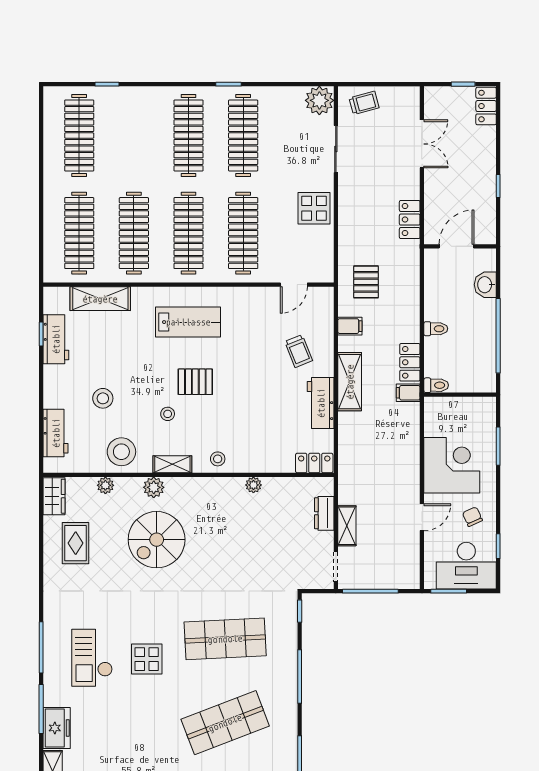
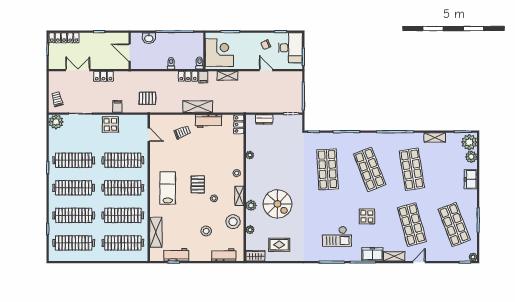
locker: (486, 106) -> (64, 38), width x1.53
clothes rail: (134, 136) -> (74, 215), added
locker: (410, 220) -> (104, 76), moved
filing cabinet: (350, 326) -> (117, 106), moved
corner desk: (452, 465) -> (219, 53), moved, turned 90
shelving: (347, 526) -> (228, 76), moved
display table: (147, 659) -> (367, 216), moved

